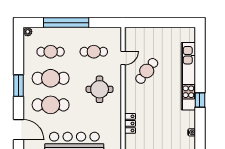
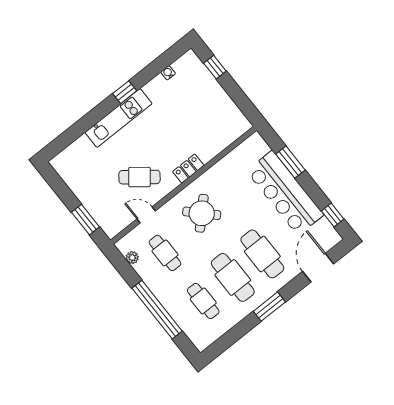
window: (147, 23) -> (85, 220), added
plant: (28, 32) -> (132, 258), moved
kitchen unit: (188, 76) -> (119, 118), width x0.73
round table: (100, 89) -> (202, 213), turned 45
locker: (130, 123) -> (188, 169), moved

